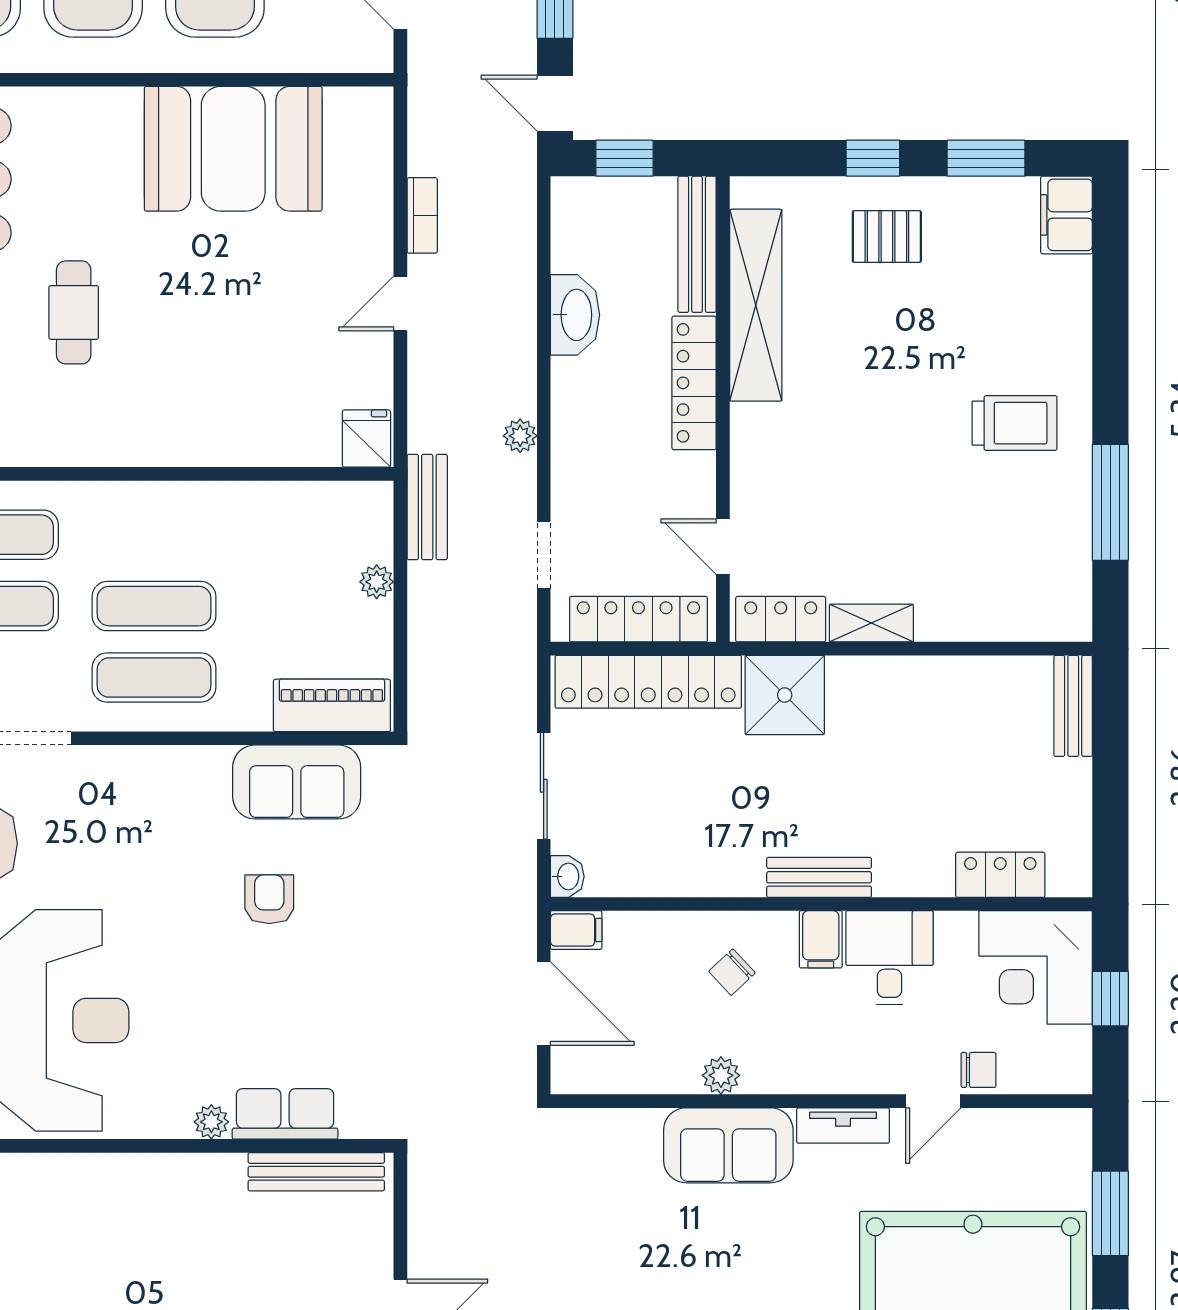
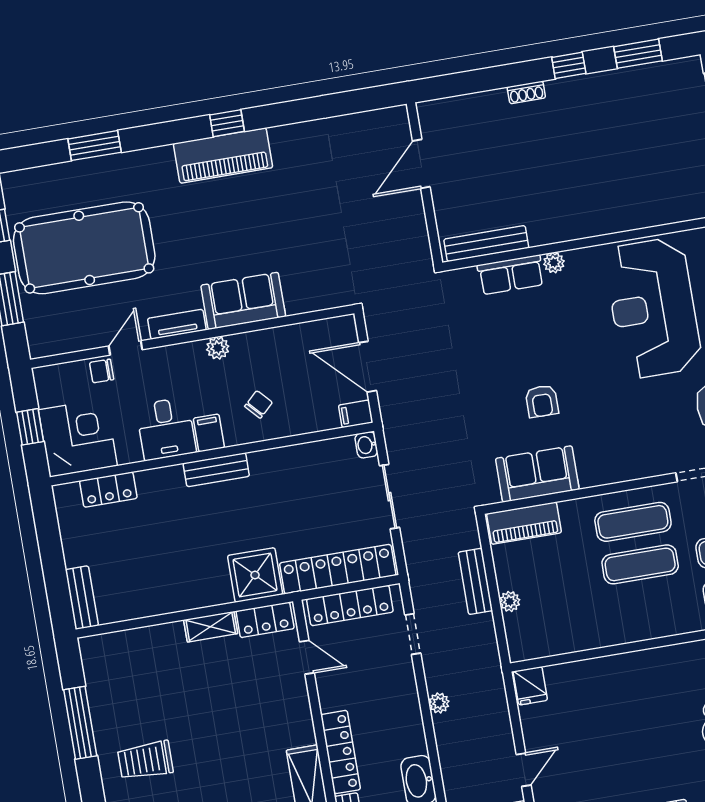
bench: (427, 507) -> (475, 581), moved
plant: (721, 1075) -> (218, 348), moved

